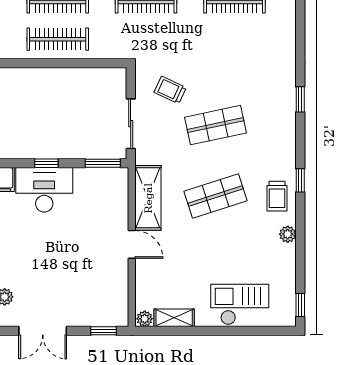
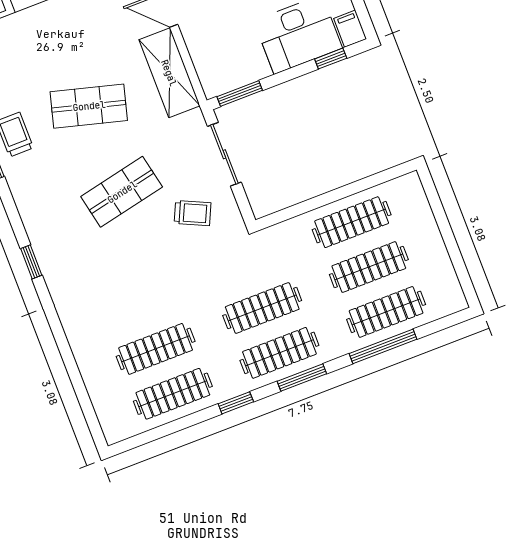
window: (46, 163) -> (331, 59), moved
shop shelf: (215, 196) -> (89, 106), turned 33

